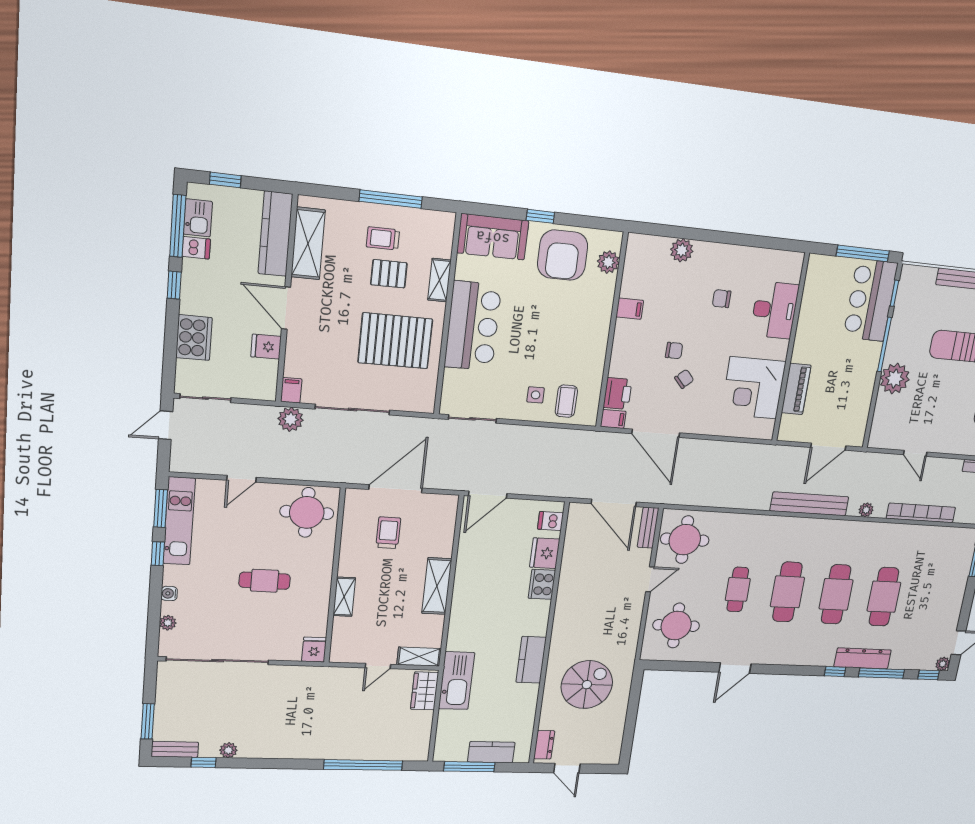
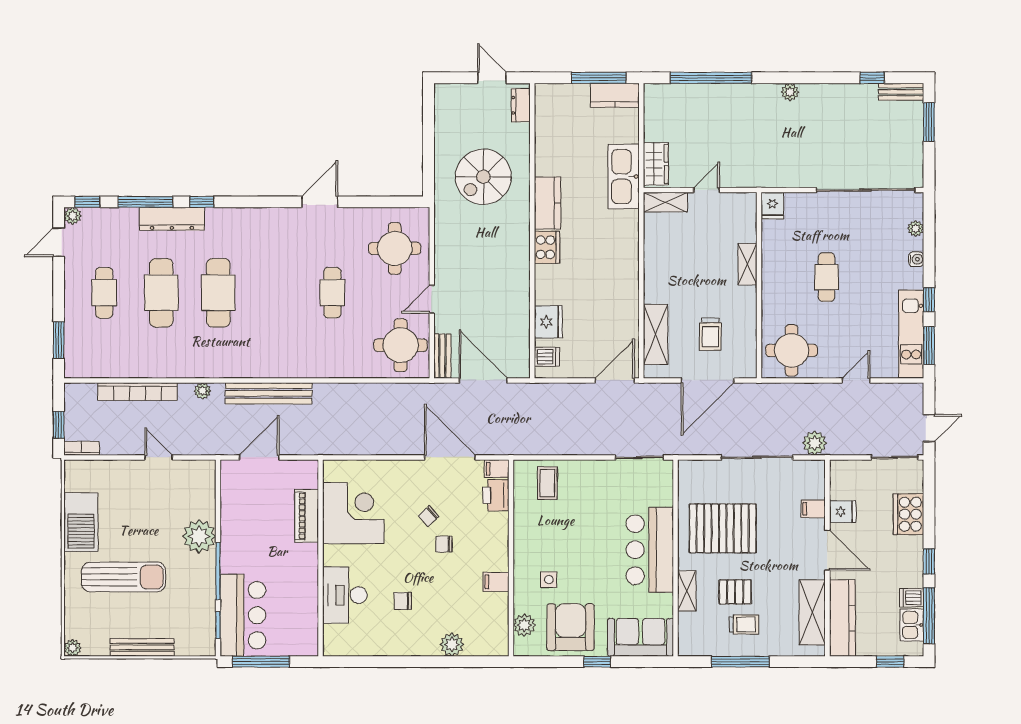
chair: (722, 299) -> (403, 601), turned 180
filing cabinet: (291, 390) -> (813, 509), moved, turned 90
side table: (536, 395) -> (549, 580), moved
cafe table: (265, 581) -> (826, 277), turned 90
cooker: (542, 584) -> (547, 247), moved
shelving: (437, 586) -> (656, 334), moved
cafe table: (787, 592) -> (104, 293), moved, width x0.73, depth x0.74
plant: (228, 750) -> (790, 92), moved
kitchen counter: (491, 752) -> (615, 95), moved

